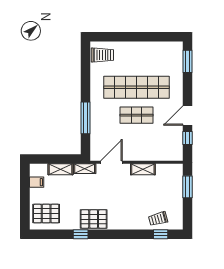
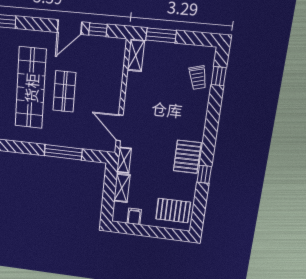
door: (188, 116) -> (69, 27), hinge flipped
shelving: (143, 169) -> (136, 55), moved
pallet: (46, 214) -> (173, 211), turned 90

